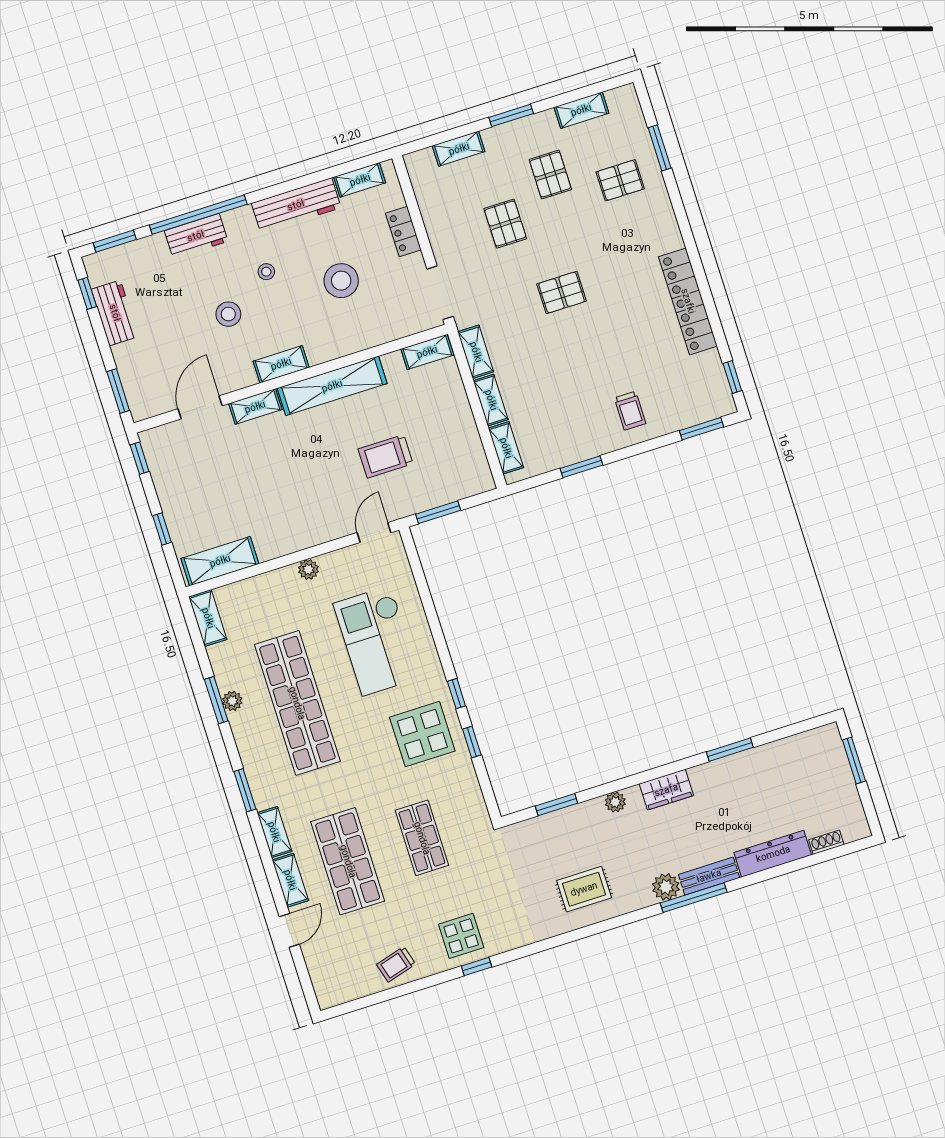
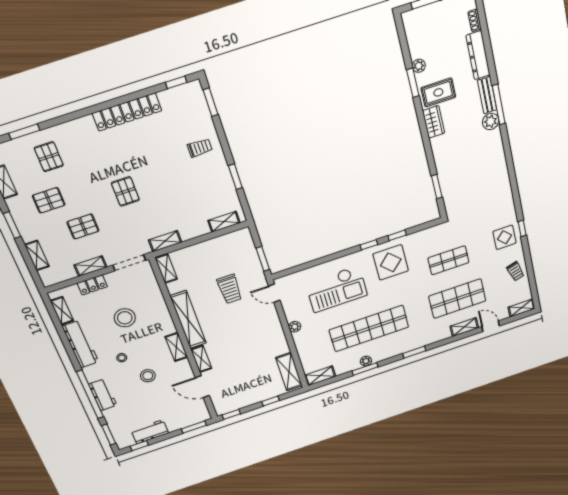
shelving: (491, 400) -> (90, 266), moved
plant: (615, 802) -> (419, 66), moved
shelving: (274, 832) -> (521, 308), moved
rug: (584, 889) -> (438, 92), moved, turned 90

